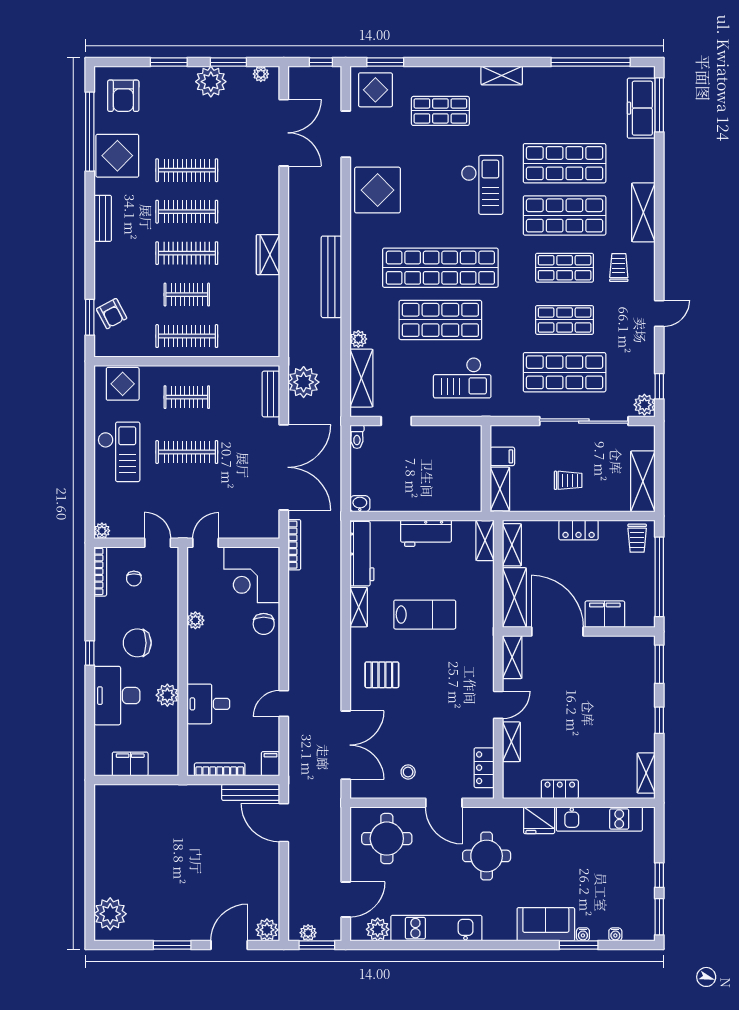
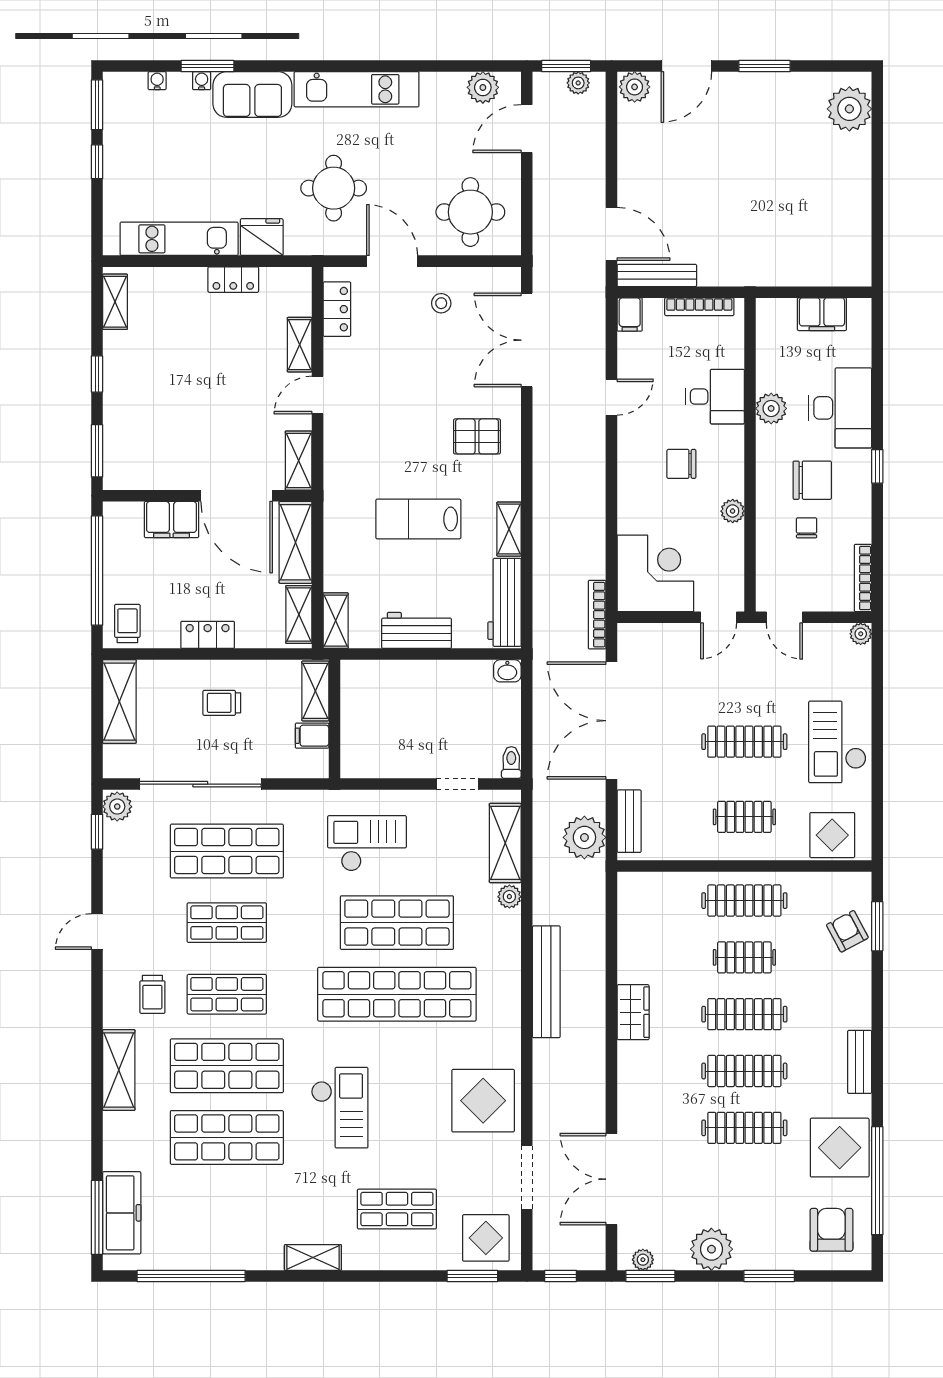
window: (228, 62) -> (650, 1276), moved
checkout: (482, 185) -> (340, 1108), turned 180
chair: (134, 579) -> (807, 528), moved
chair: (264, 624) -> (681, 464), moved, turned -90
kitchen unit: (436, 928) -> (357, 89), moved

